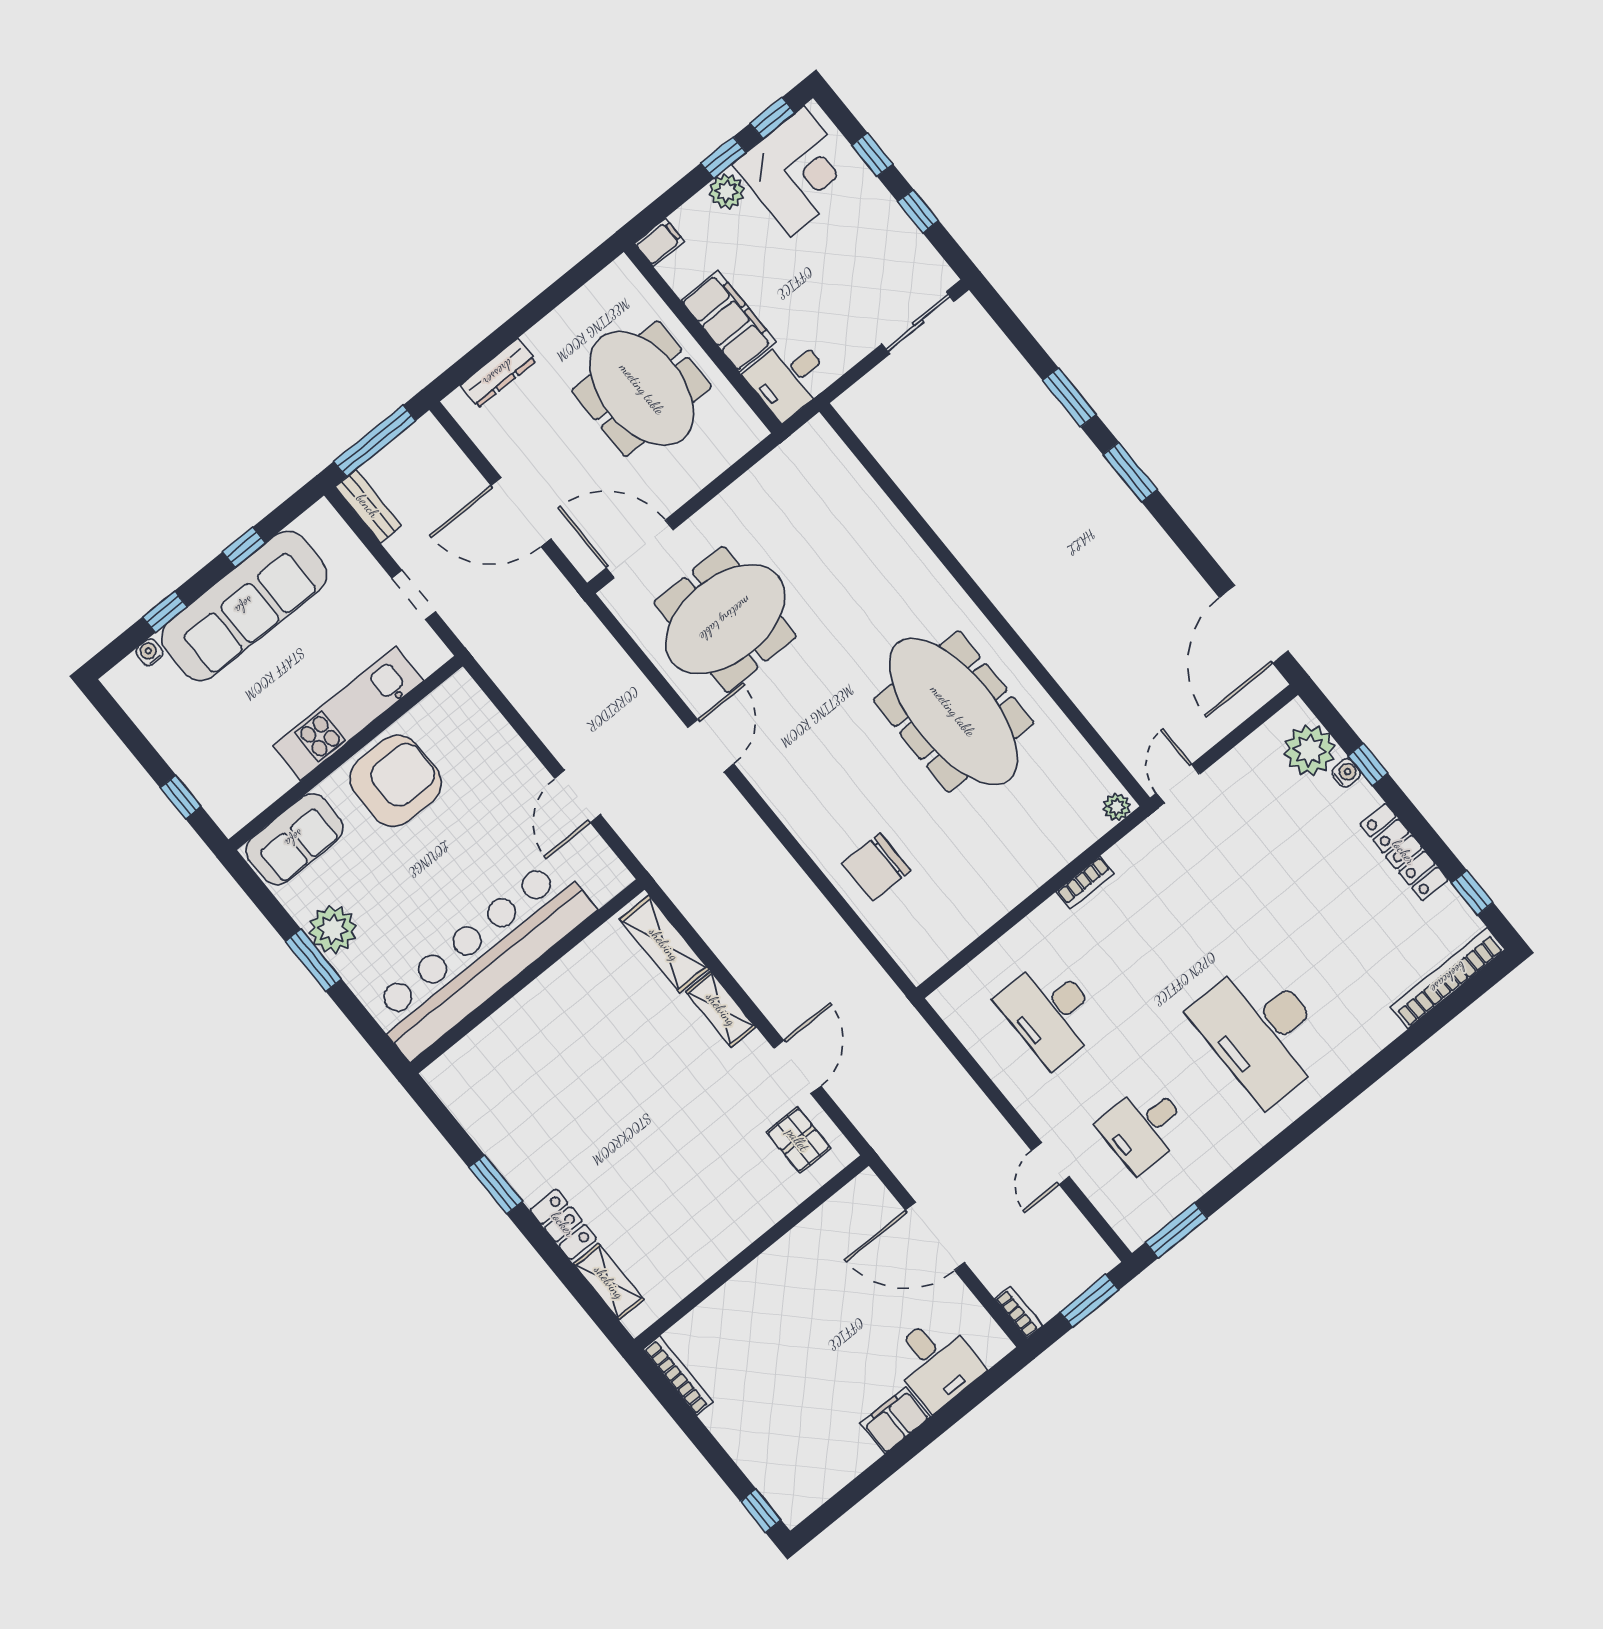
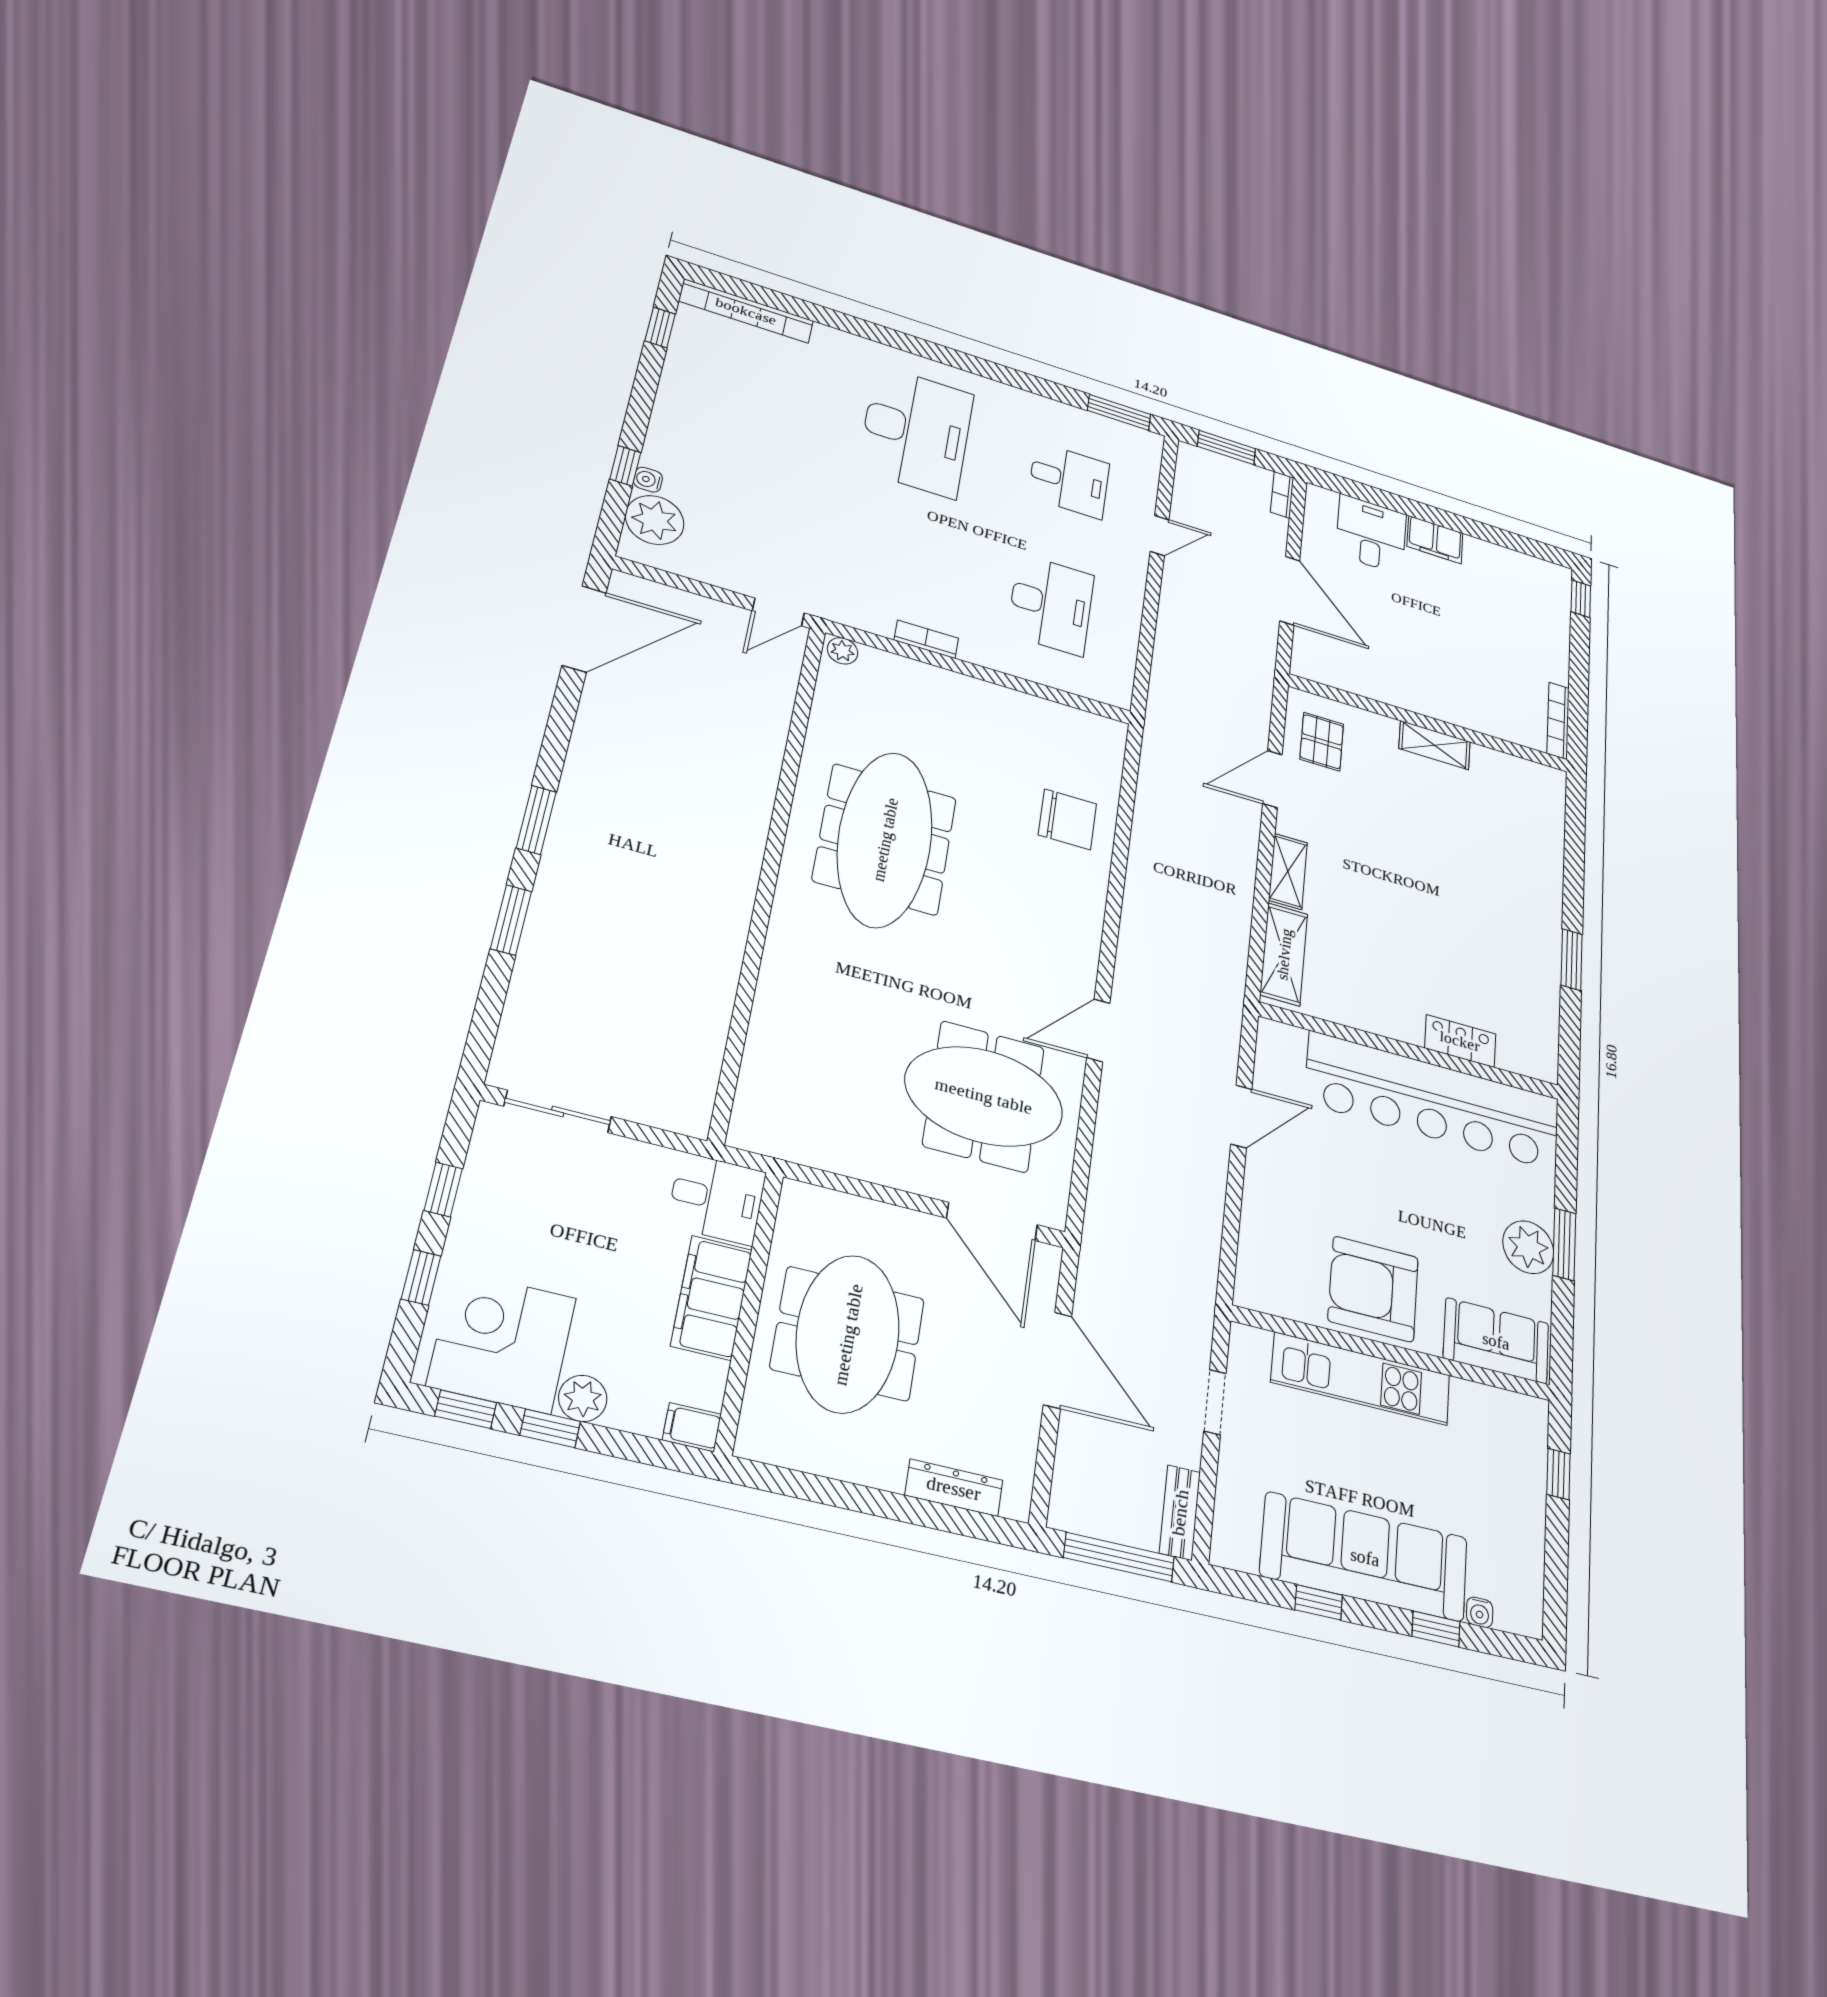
locker: (1404, 852) -> (674, 398), removed
locker: (563, 1224) -> (1460, 1041), moved, turned 90
shelving: (609, 1282) -> (1435, 745), moved, turned 90

